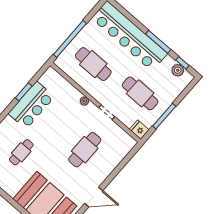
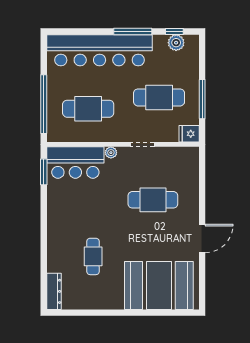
window: (24, 92) -> (44, 172), moved
bar counter: (31, 105) -> (75, 163), moved, turned 90
cafe table: (85, 150) -> (153, 200), turned 90

